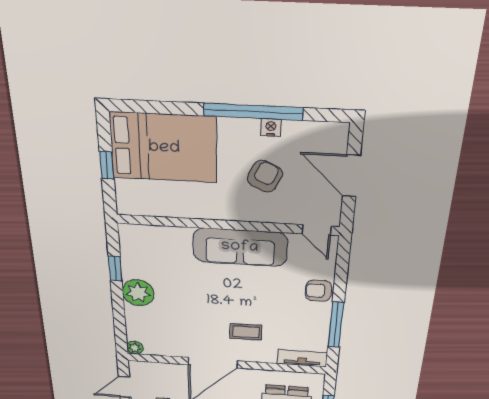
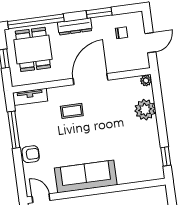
window: (115, 268) -> (166, 156), moved
plant: (138, 293) -> (145, 110), moved

